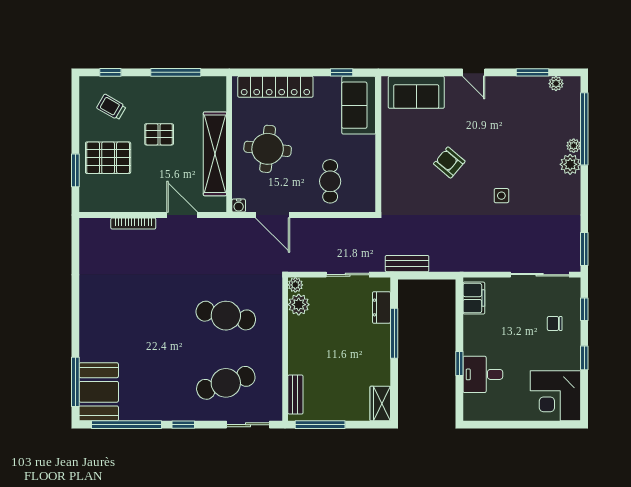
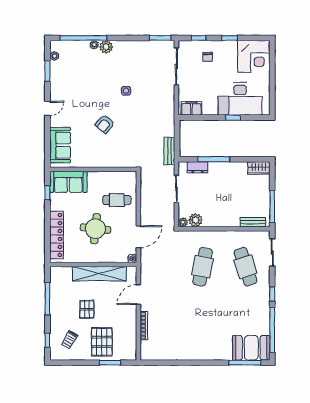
round table: (268, 149) -> (95, 229), moved
desk: (483, 374) -> (240, 99), width x1.87, depth x1.30

